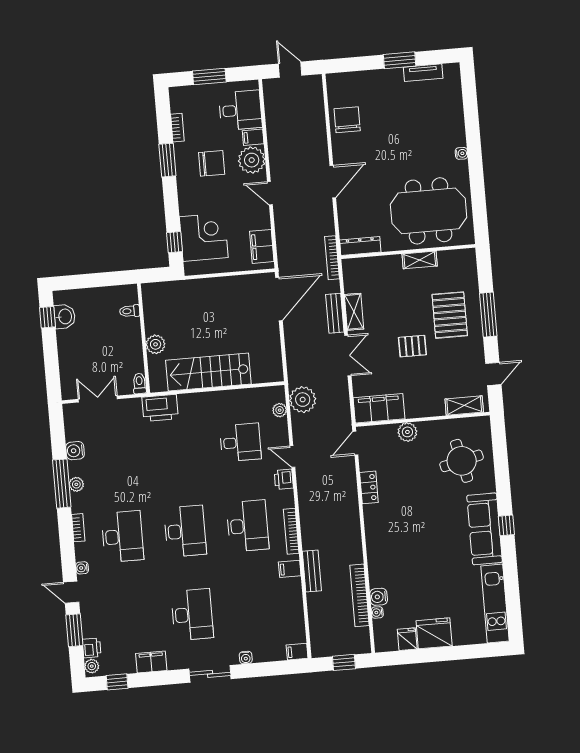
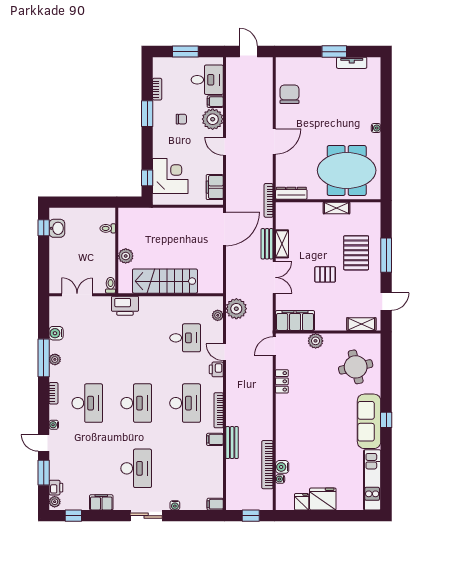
chair: (212, 163) -> (181, 119), width x0.54, depth x0.54

